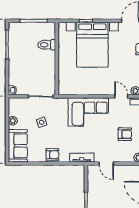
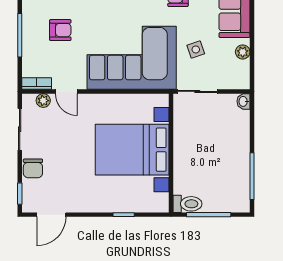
toilet: (47, 45) -> (187, 204), moved
bed with nightstands: (92, 45) -> (132, 150), moved, turned -90
corner sofa: (88, 112) -> (132, 58), width x1.36, depth x1.36
armchair: (125, 134) -> (60, 30), turned 180

